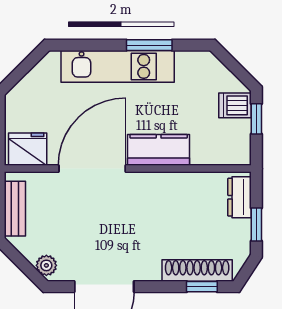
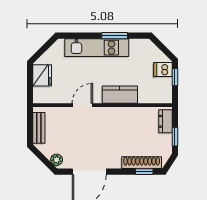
fridge: (28, 149) -> (42, 75), moved, turned 90
door: (92, 169) -> (82, 105), width x0.53

